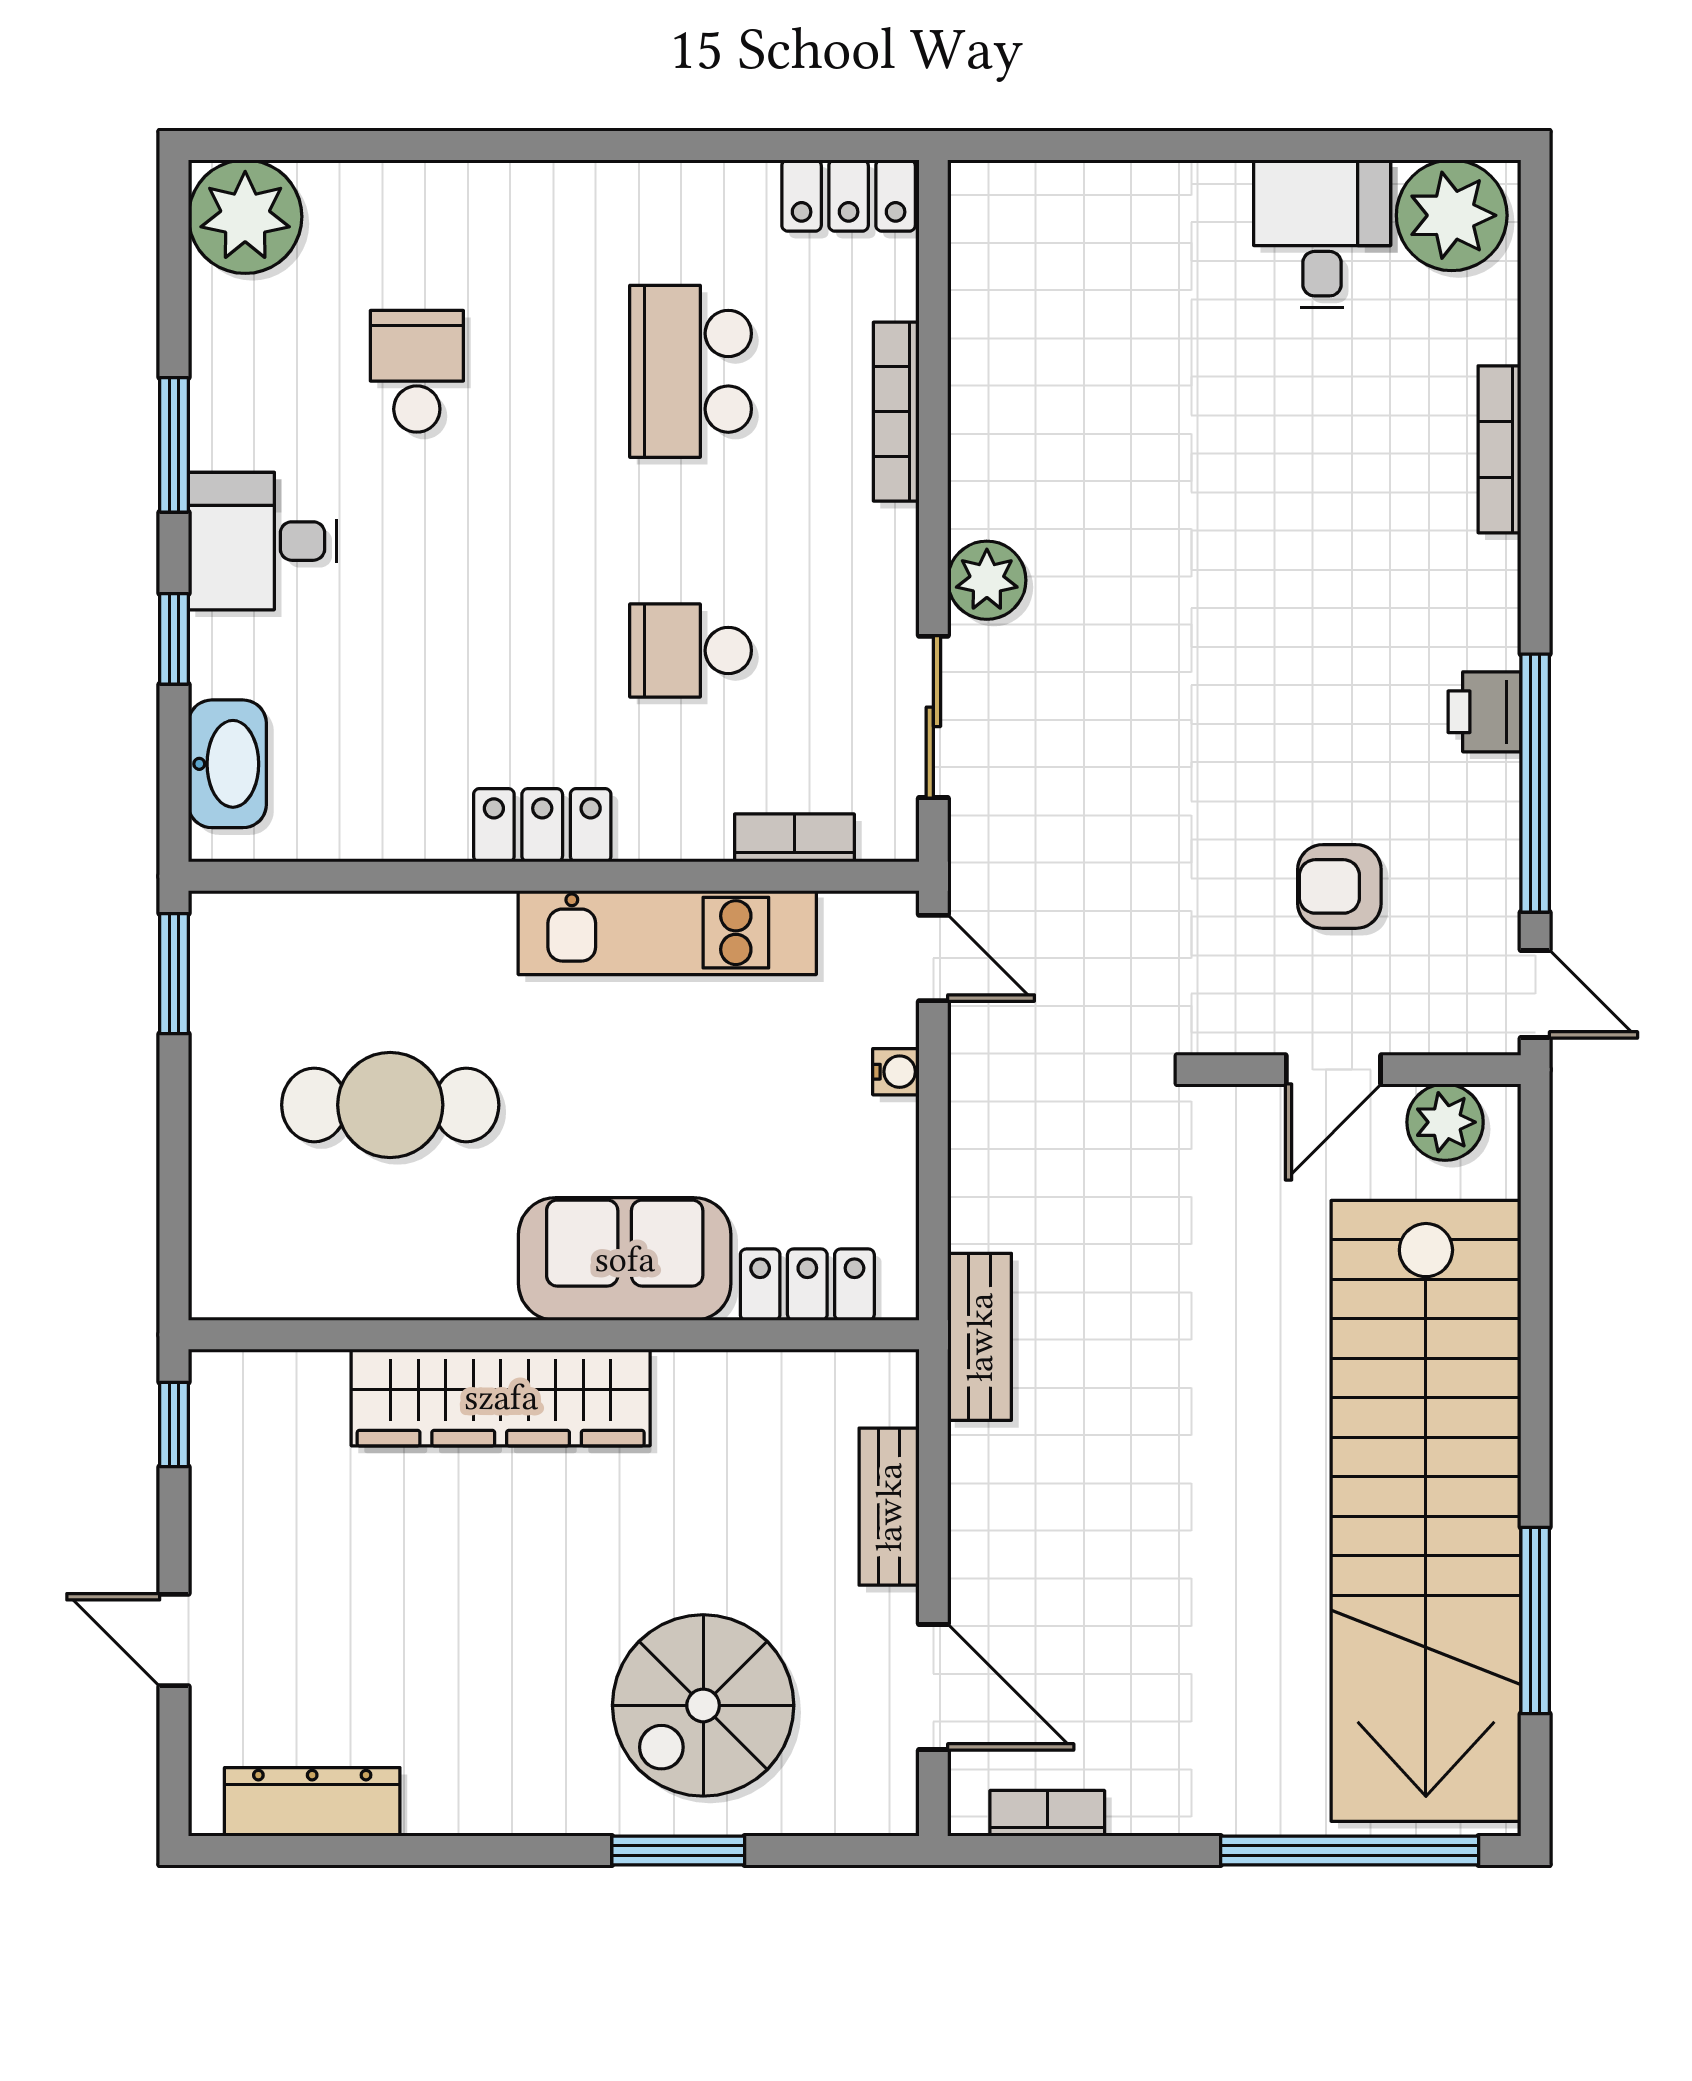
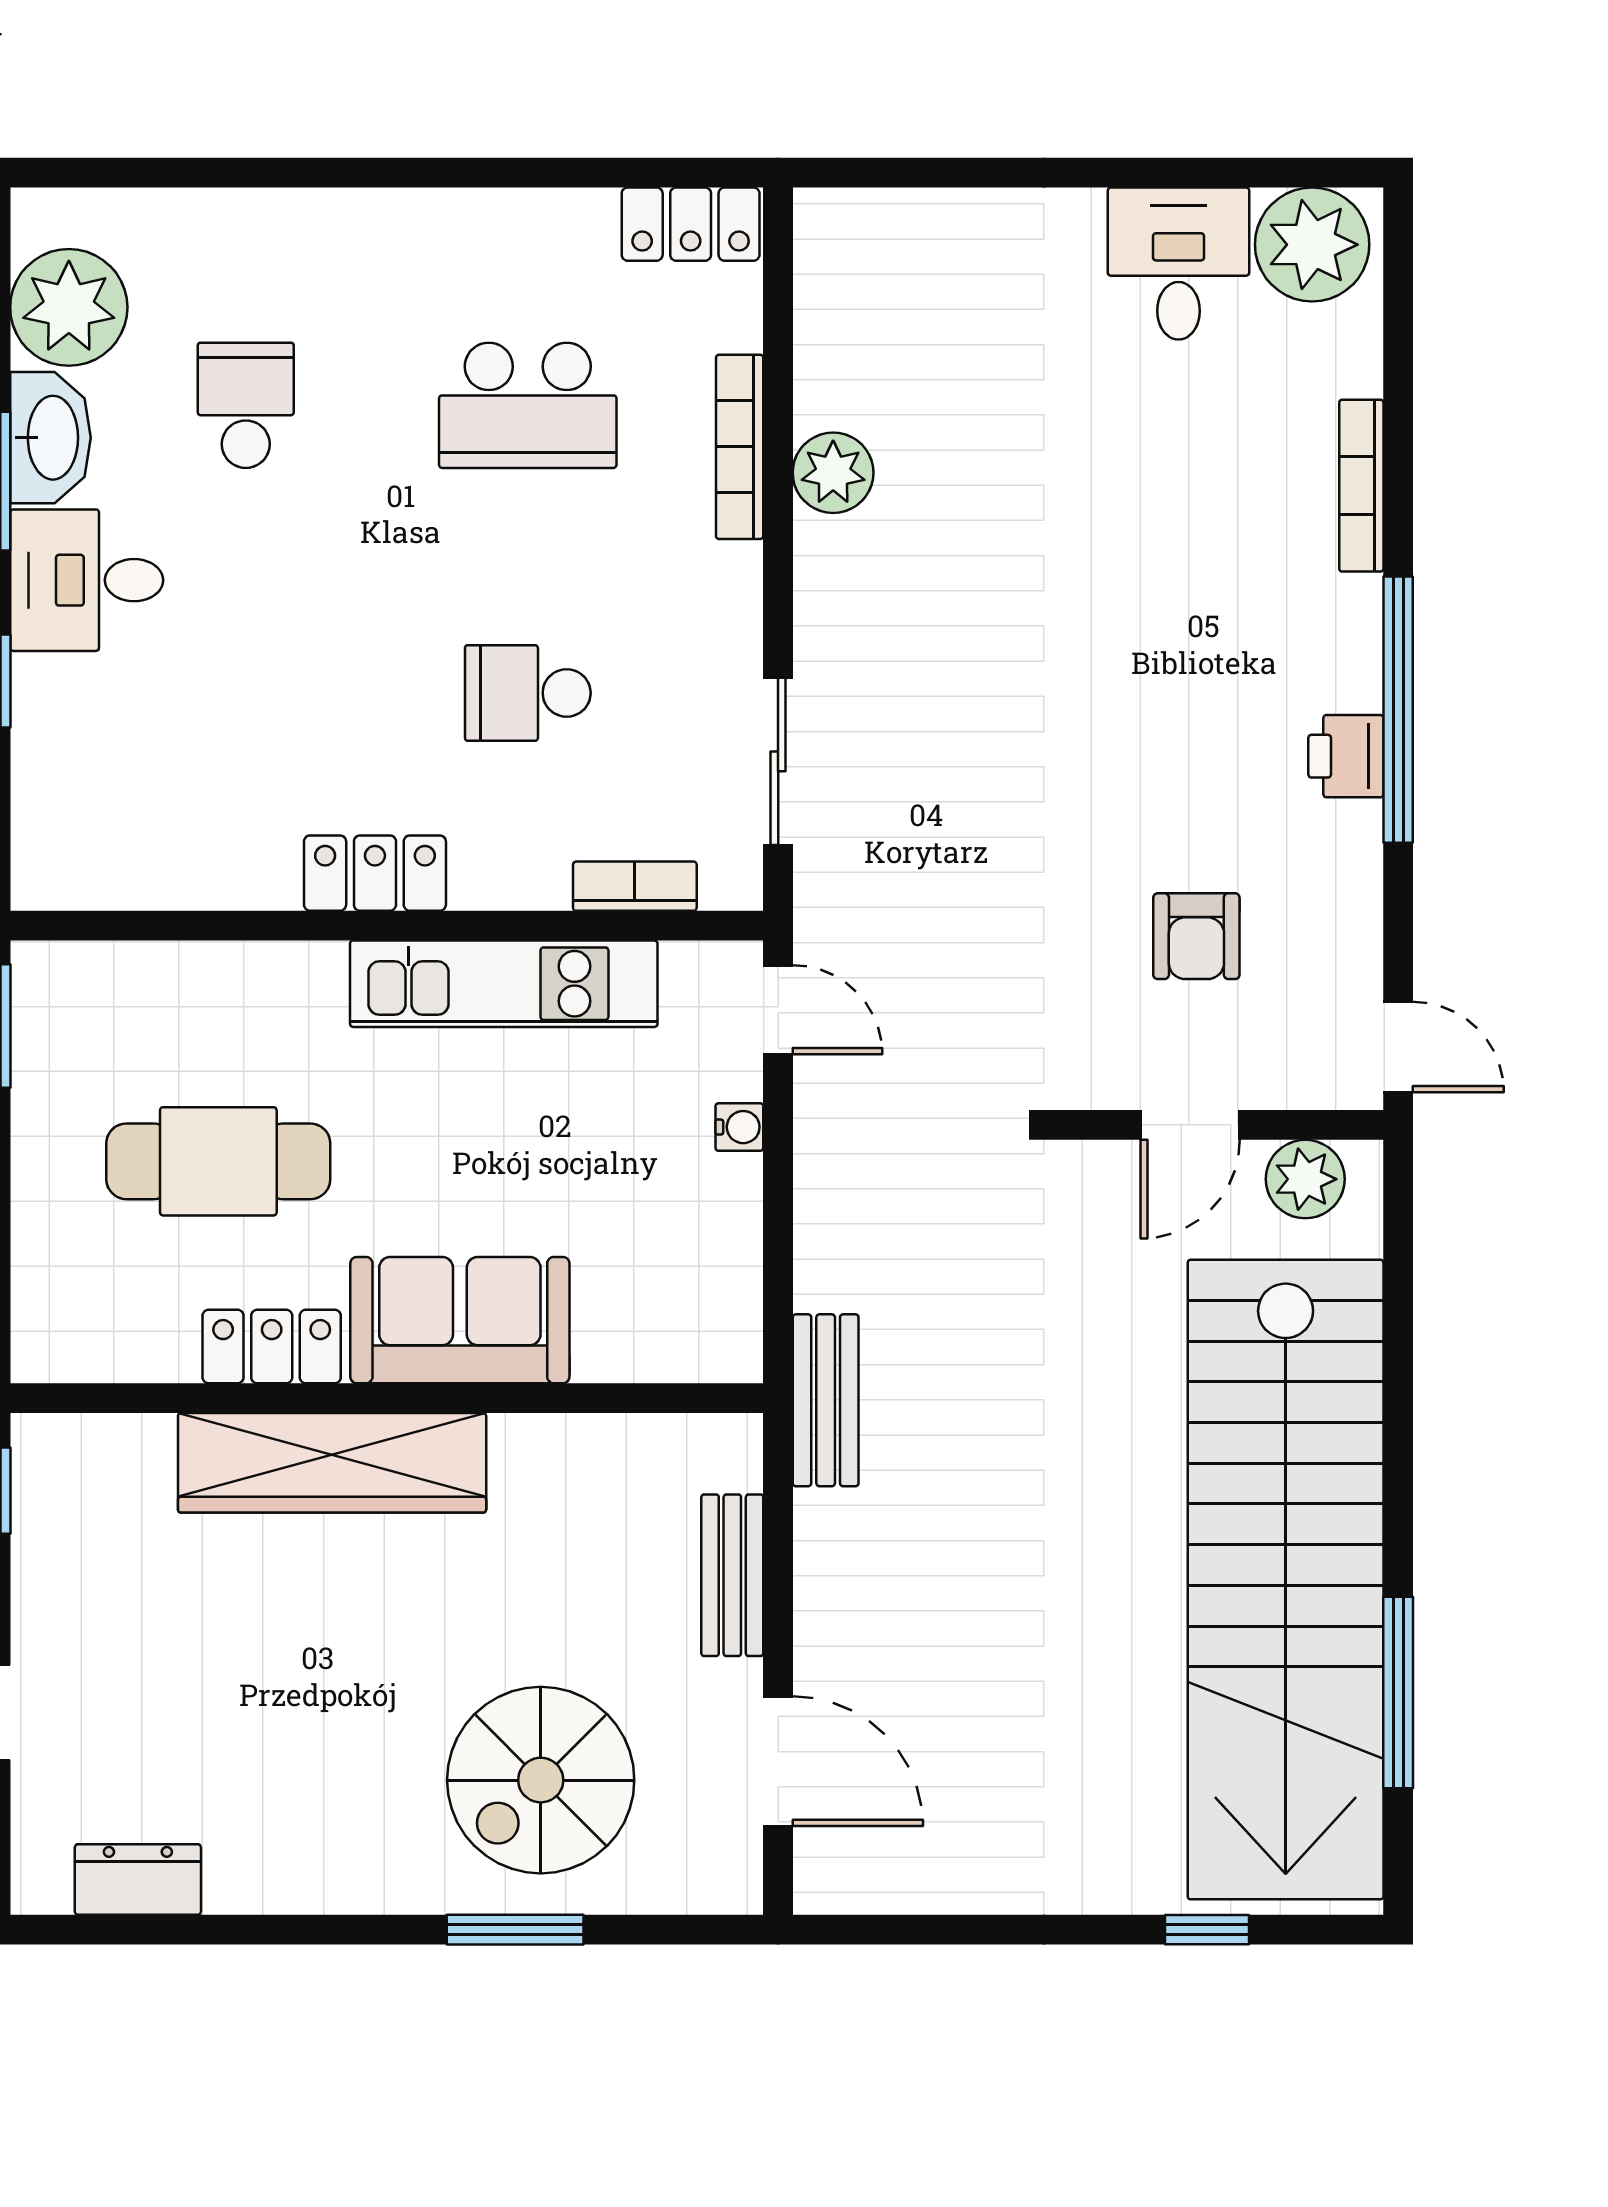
plant: (245, 217) -> (69, 307), moved
school desk: (691, 371) -> (528, 405), turned -90
plant: (987, 580) -> (833, 473), moved
washbasin: (227, 764) -> (50, 438), moved
window: (1535, 783) -> (1398, 710), moved
armchair: (1339, 886) -> (1196, 936), turned -90
locker: (807, 1285) -> (272, 1347), moved
dresser: (312, 1802) -> (138, 1879), width x0.70
bookcase: (1047, 1813) -> (895, 1891), removed
window: (1350, 1851) -> (1207, 1930), width x0.32

